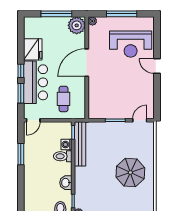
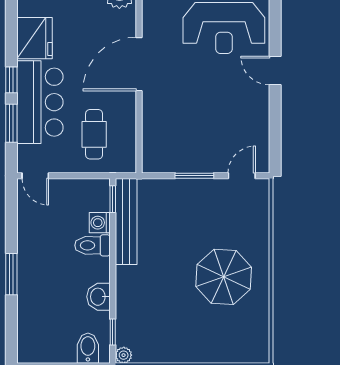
door: (33, 120) -> (35, 176), hinge flipped
window: (21, 154) -> (11, 274), moved

